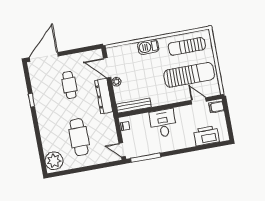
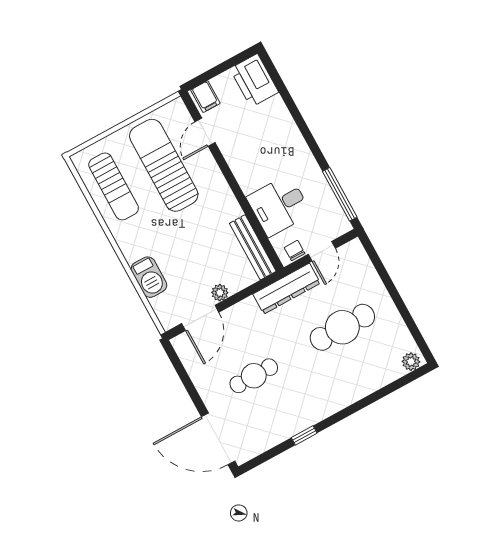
barbecue: (148, 47) -> (149, 277), moved
dresser: (104, 96) -> (287, 289), moved
desk: (163, 123) -> (279, 205), moved
printer: (206, 136) -> (254, 80), moved
door: (122, 150) -> (322, 251), moved
plant: (54, 161) -> (411, 362), width x0.53, depth x0.53

